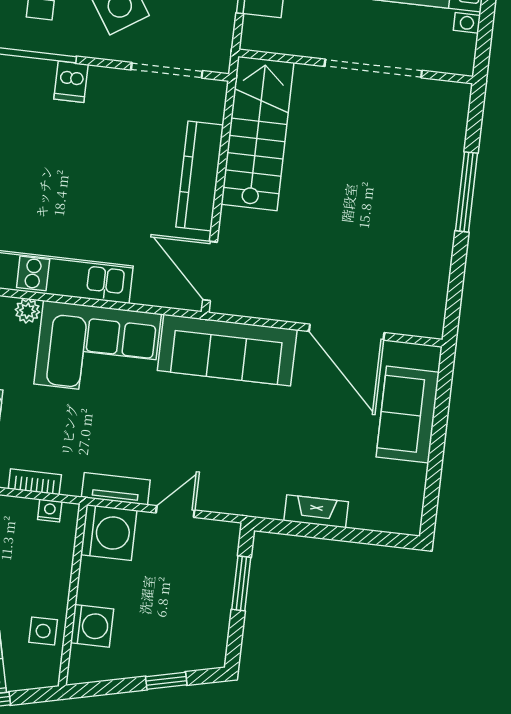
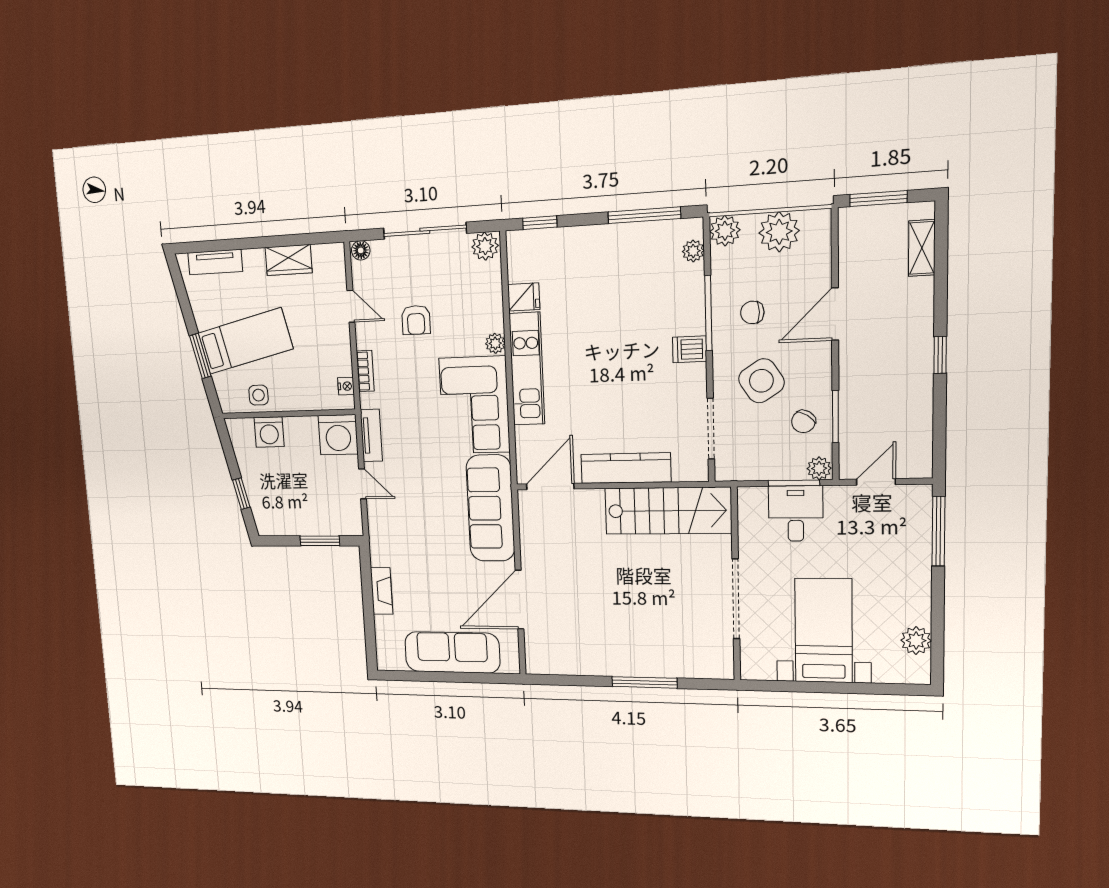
sofa: (408, 415) -> (452, 652), width x1.36

